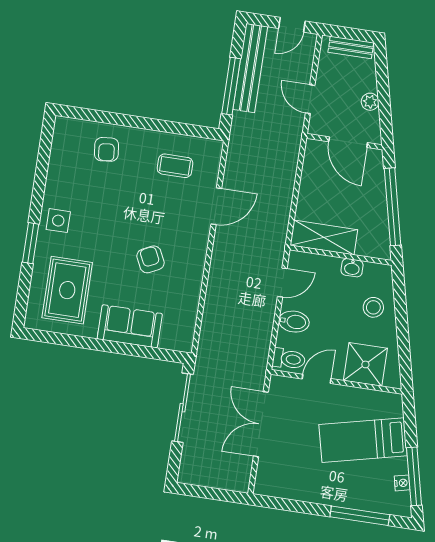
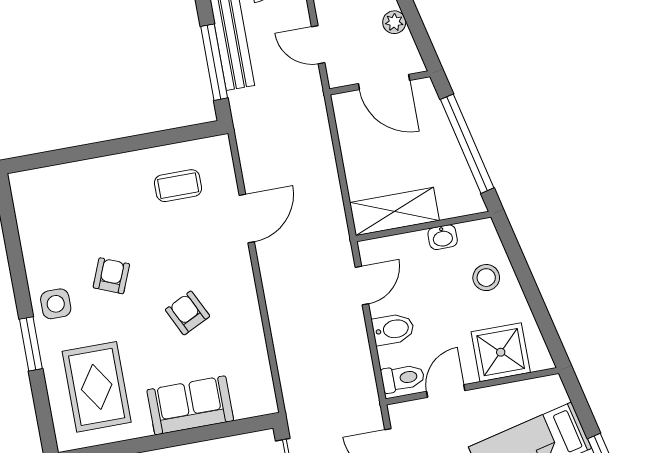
armchair: (106, 149) -> (111, 276), moved, turned -152

